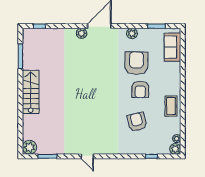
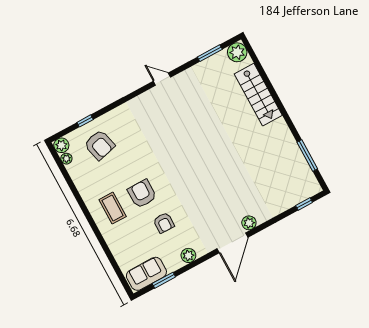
sofa: (173, 47) -> (146, 274), moved, turned -90
armchair: (136, 63) -> (164, 223), width x0.53, depth x0.53
stairs: (31, 92) -> (258, 95), moved
coffee table: (171, 106) -> (113, 208), moved
armchair: (137, 122) -> (100, 145), moved

